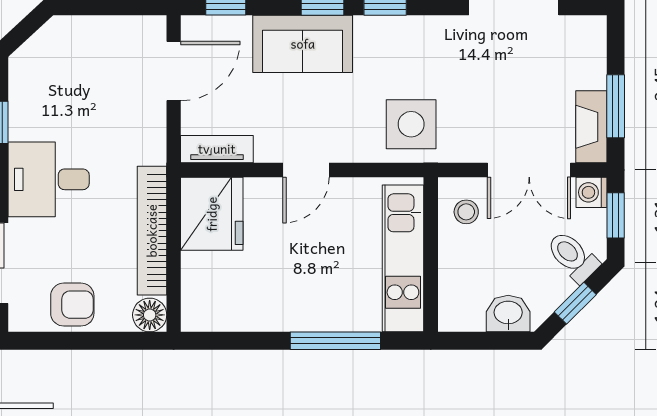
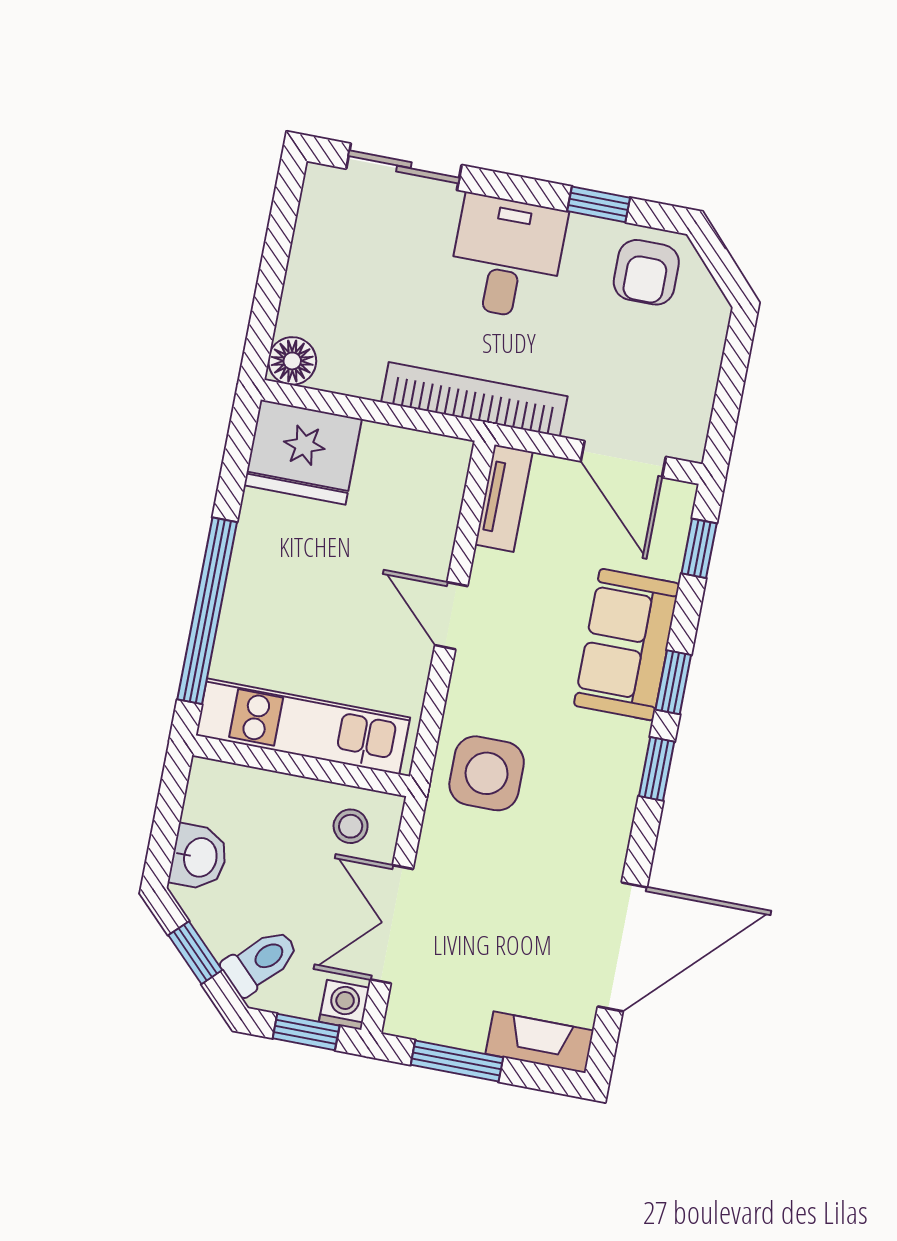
fireplace: (591, 127) -> (540, 1042), moved
fridge: (212, 214) -> (303, 452), moved
bookcase: (152, 231) -> (474, 399), moved
armchair: (72, 305) -> (646, 272), moved
window: (335, 341) -> (207, 611), width x1.46

